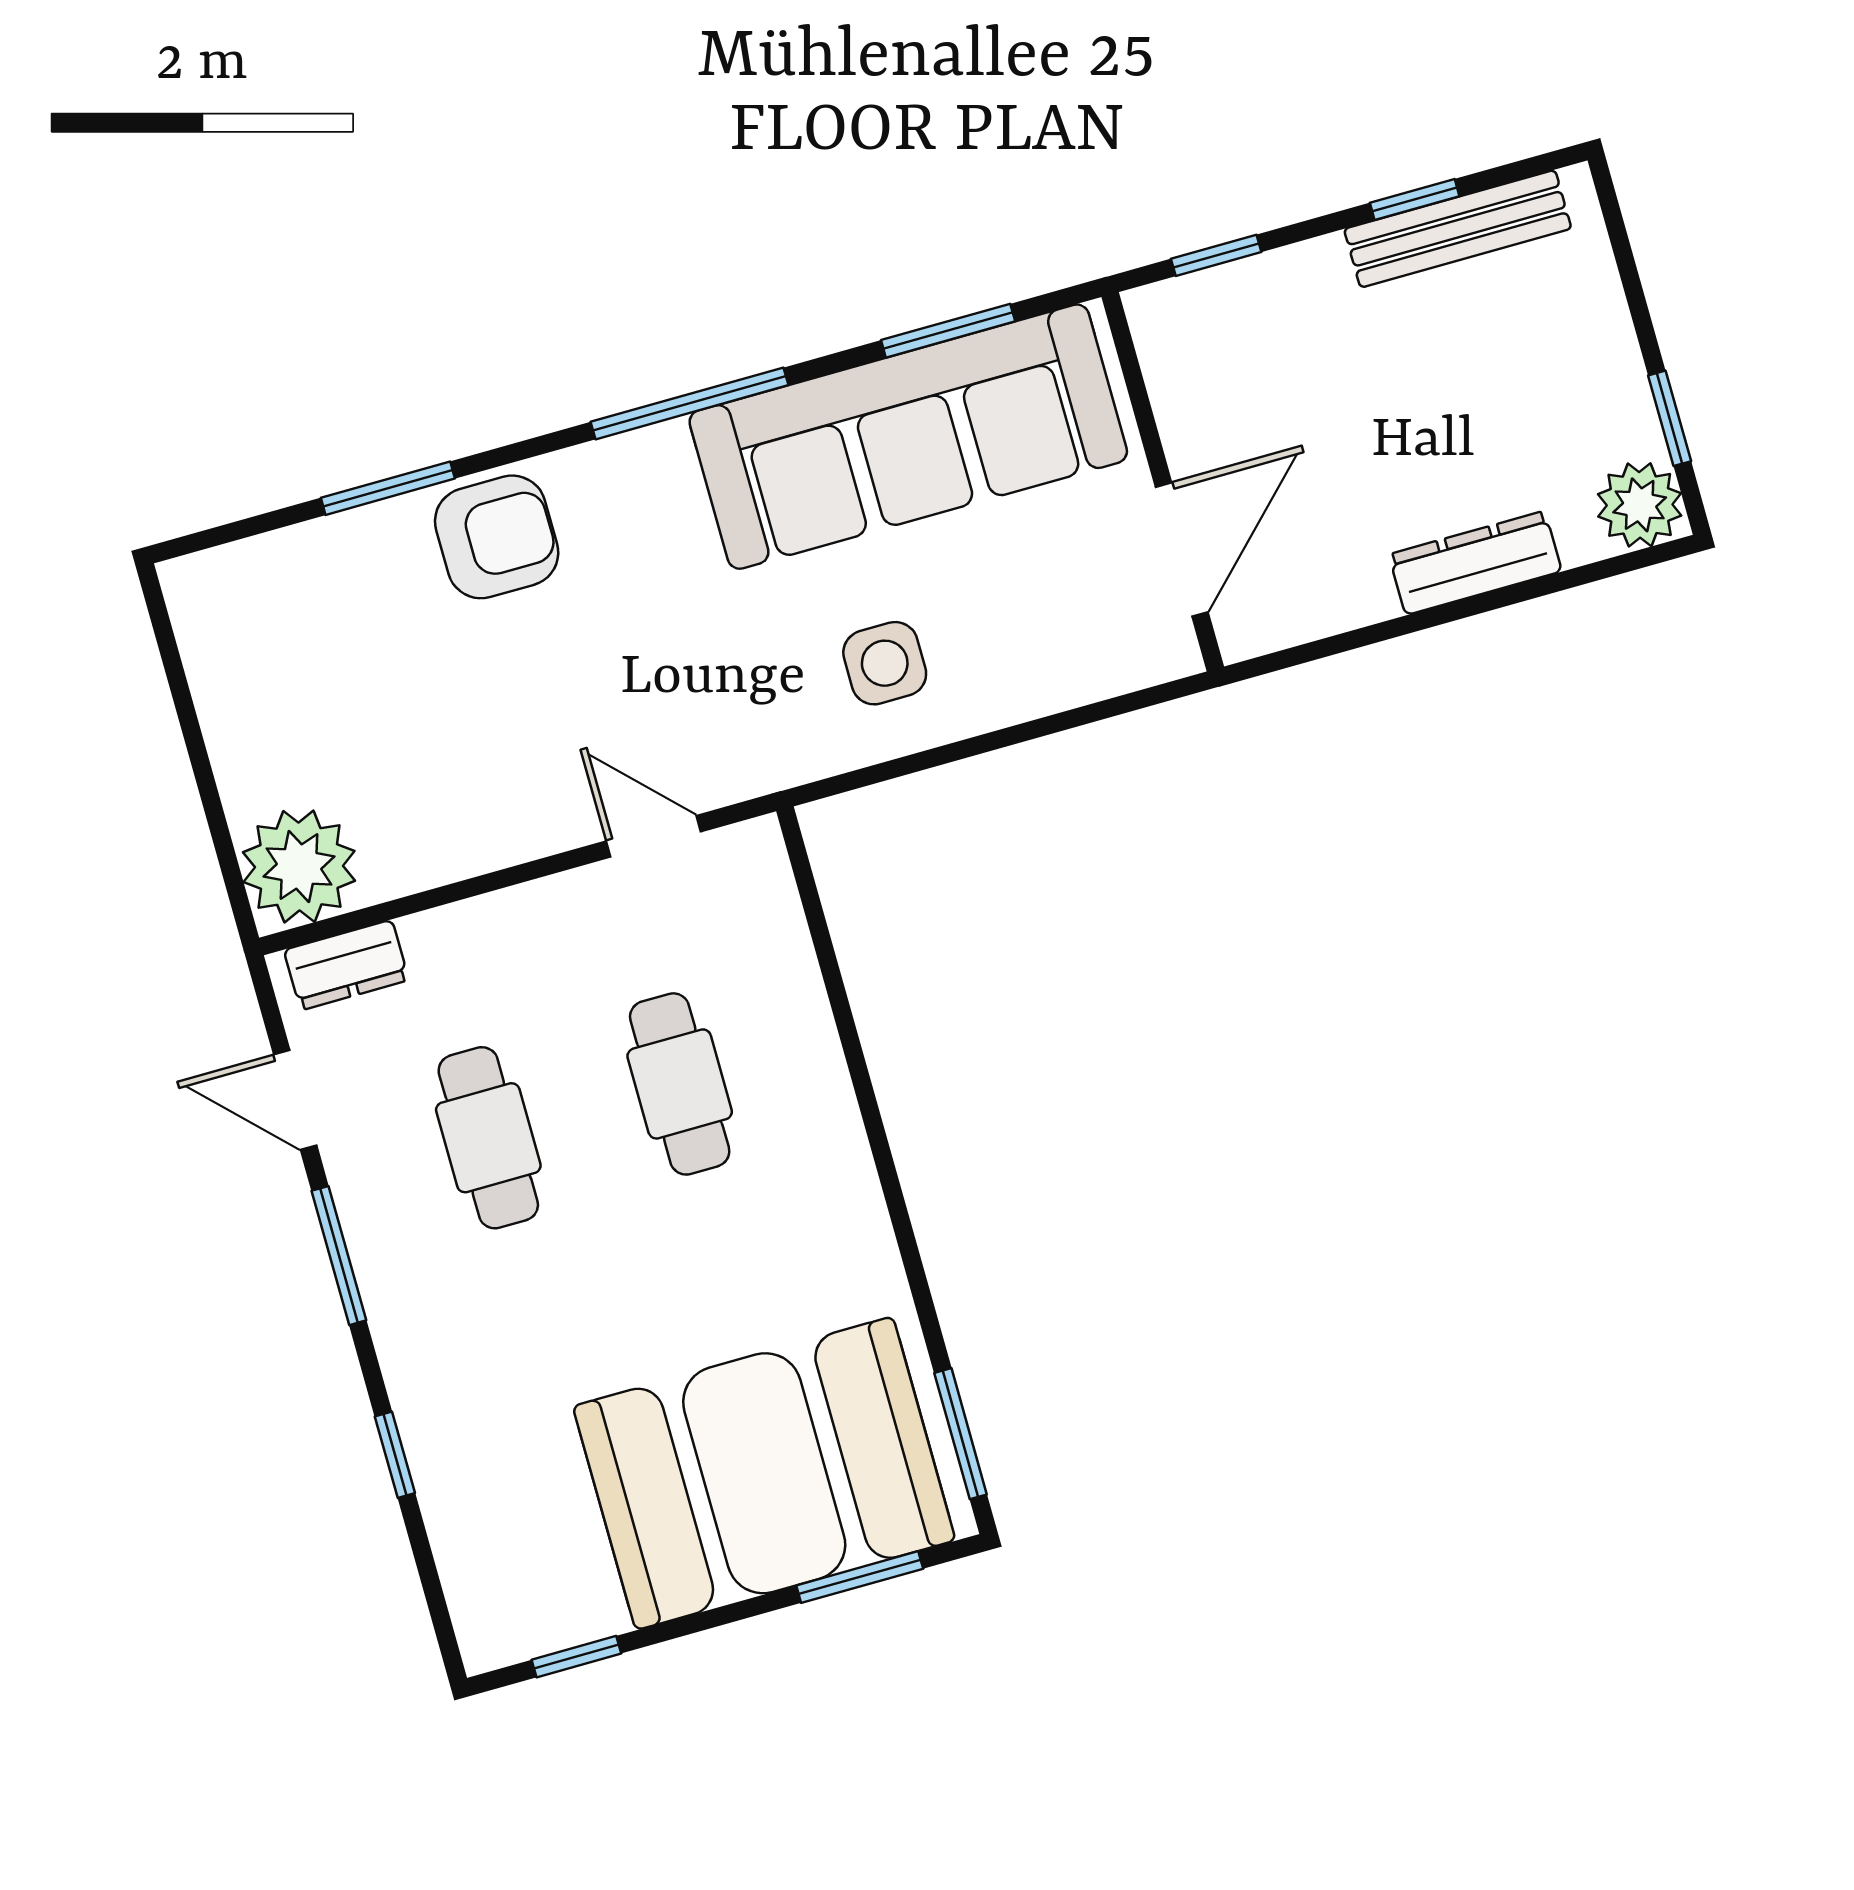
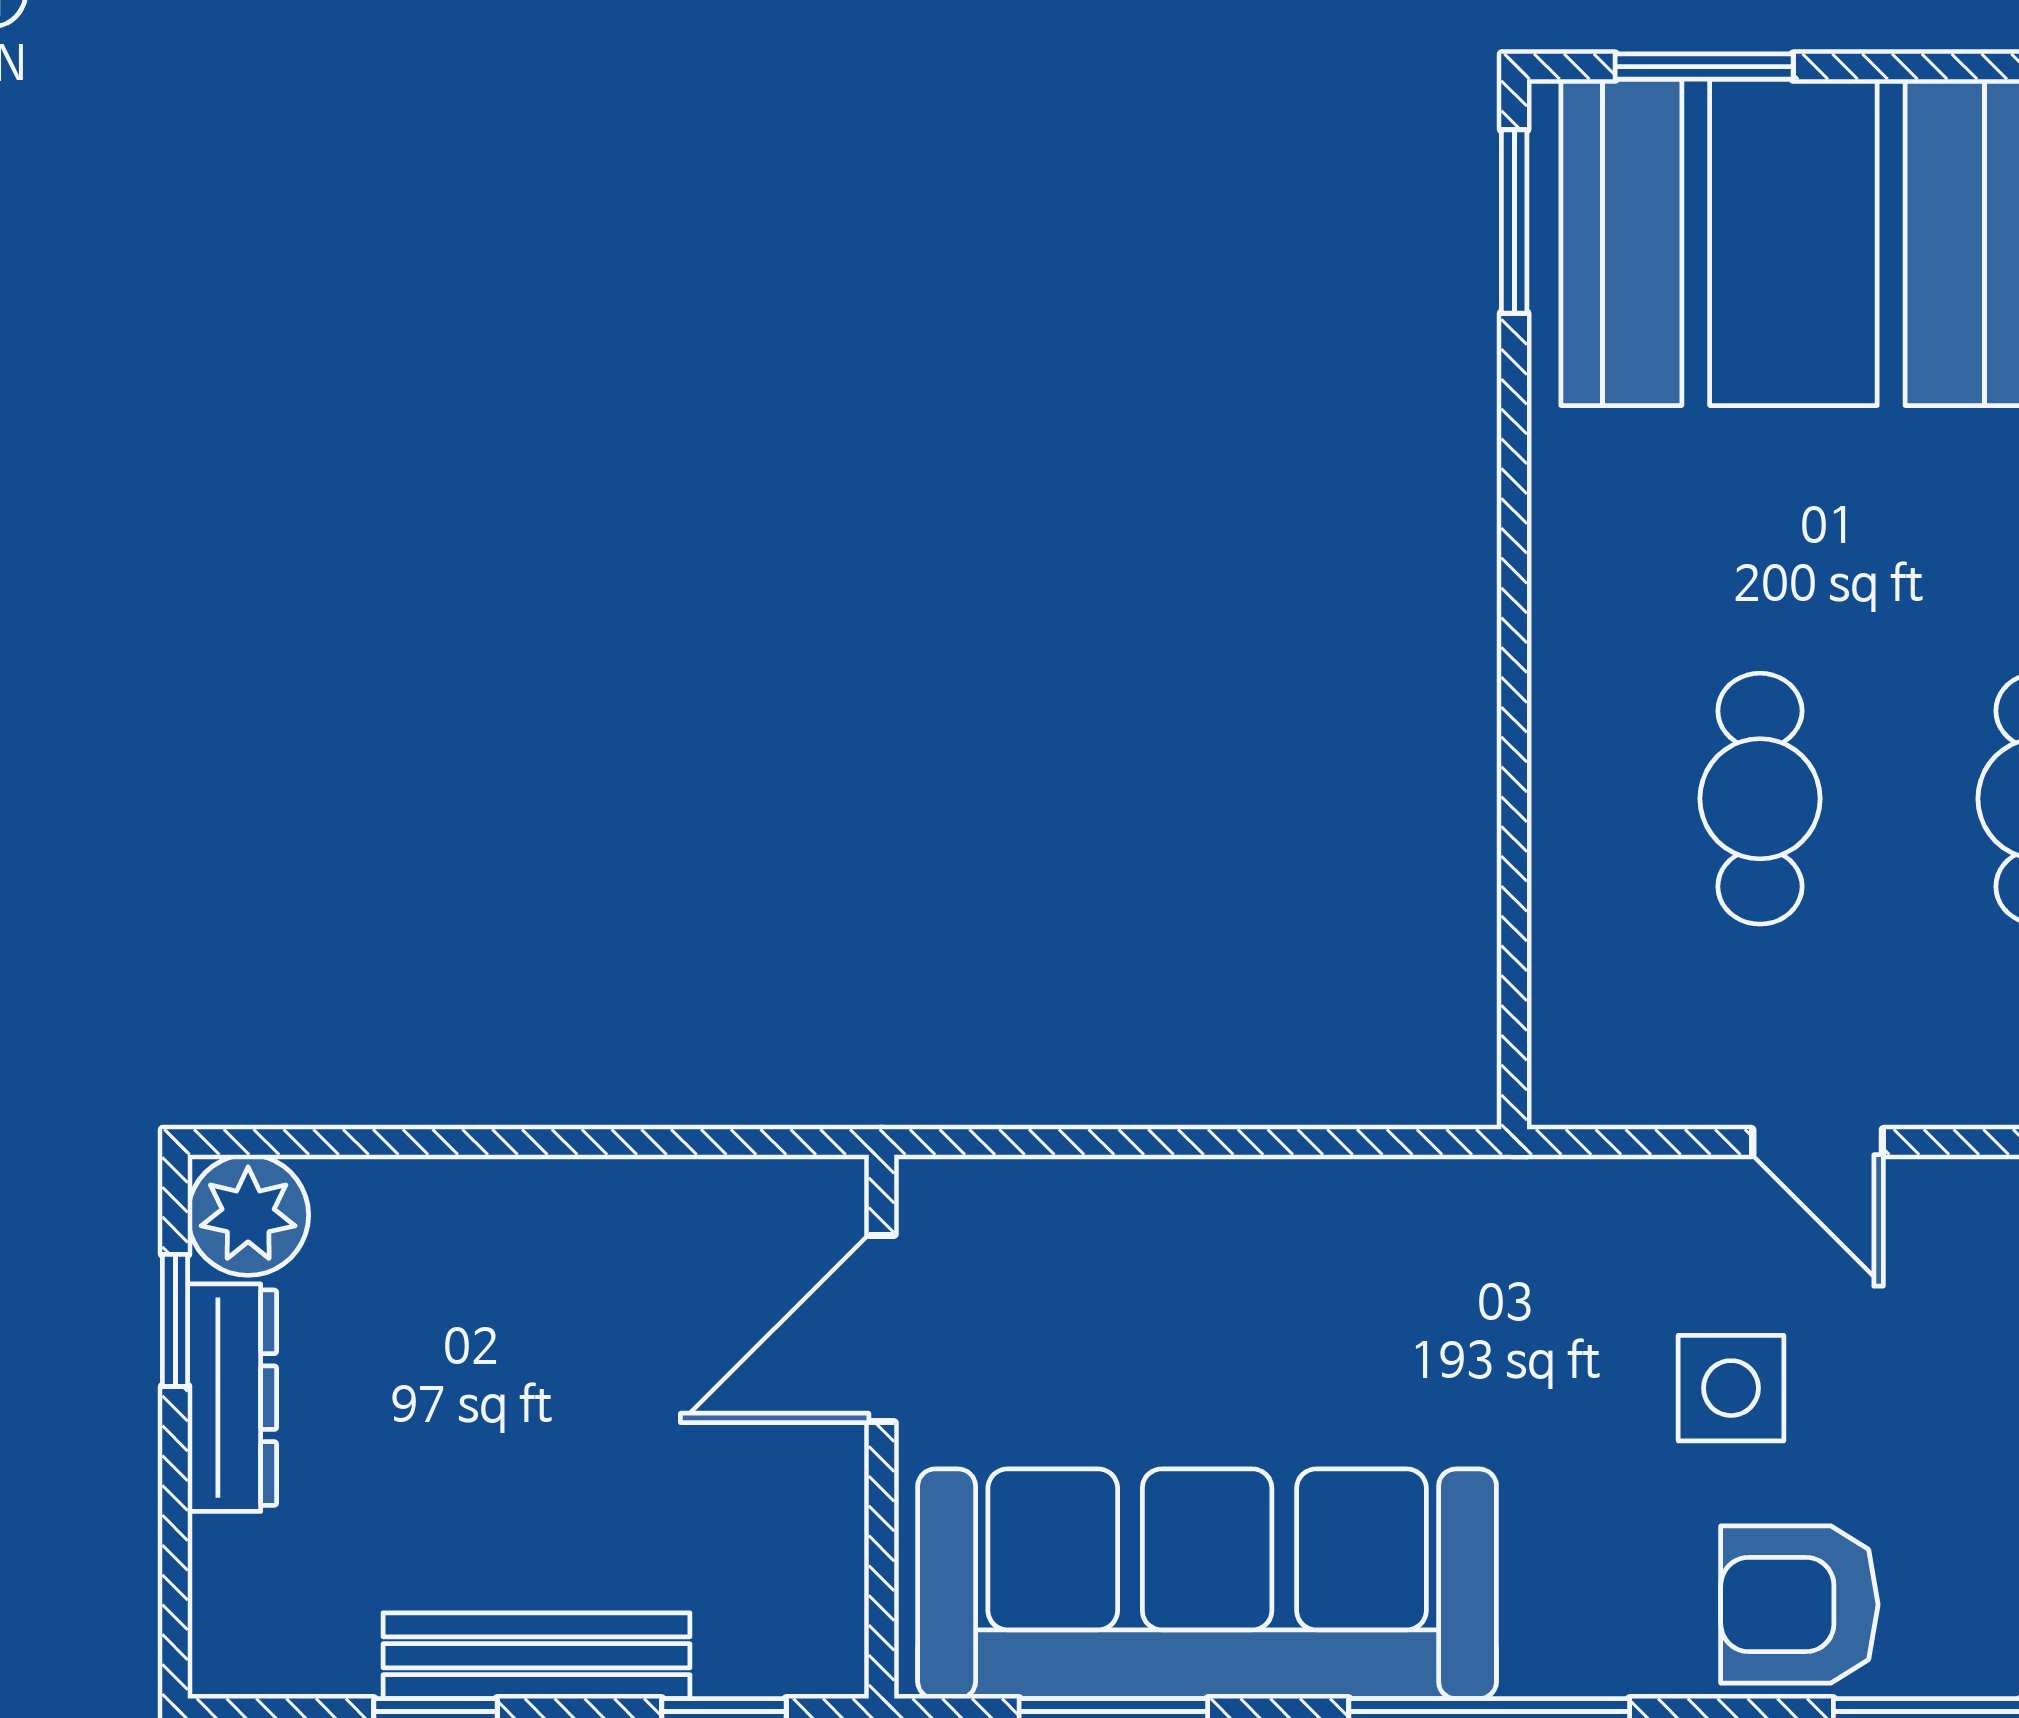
bench: (1458, 229) -> (536, 1656), moved
dresser: (1475, 563) -> (232, 1398), moved, turned -90
side table: (885, 663) -> (1731, 1388), moved
door: (653, 836) -> (1818, 1142), moved

